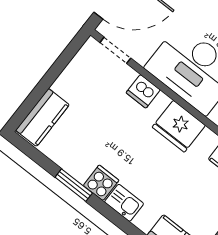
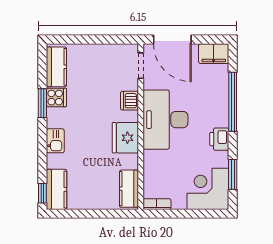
kitchen counter: (42, 117) -> (56, 67), moved, turned -90
cooker: (101, 183) -> (56, 98), moved

